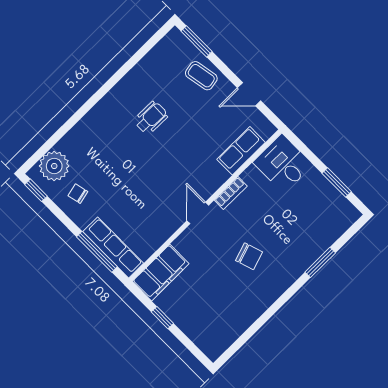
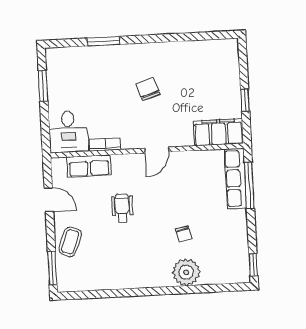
coffee table: (201, 76) -> (70, 242), turned 31
wheelchair: (151, 118) -> (122, 208), moved, turned 89
plant: (54, 166) -> (186, 272), moved
bookcase: (231, 193) -> (105, 144), moved
chair: (78, 194) -> (184, 234), moved

